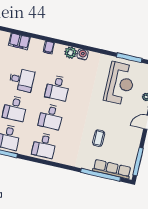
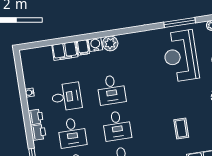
filing cabinet: (19, 41) -> (65, 51), moved
water cooler: (83, 54) -> (95, 44), moved
reception desk: (120, 83) -> (181, 56), turned 180

